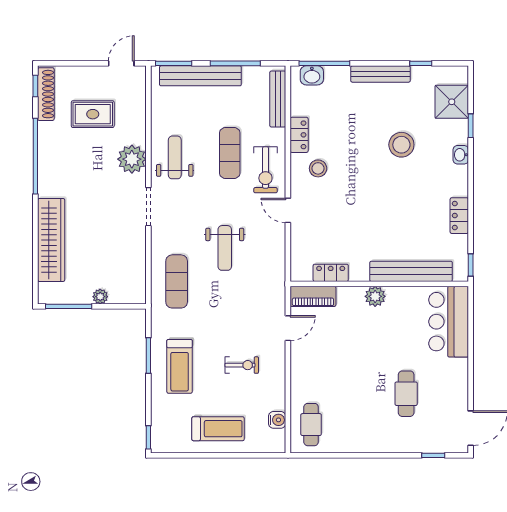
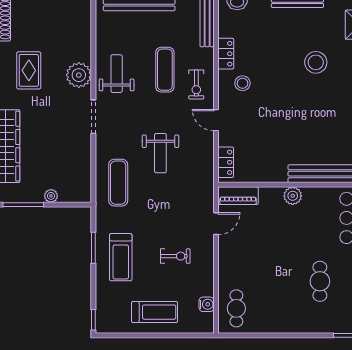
rug: (93, 114) -> (29, 70), moved, turned 90
exercise bike: (265, 170) -> (196, 84), width x0.73, depth x0.72
locker: (331, 273) -> (226, 162), moved, turned 90

